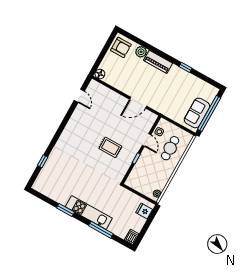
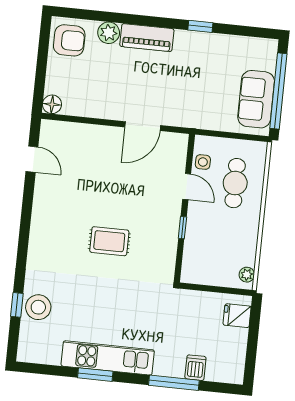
rug: (110, 147) -> (109, 241), moved
stool: (52, 167) -> (38, 307), added
kitchen unit: (89, 213) -> (108, 358), moved
dishwasher: (132, 237) -> (195, 368), moved

